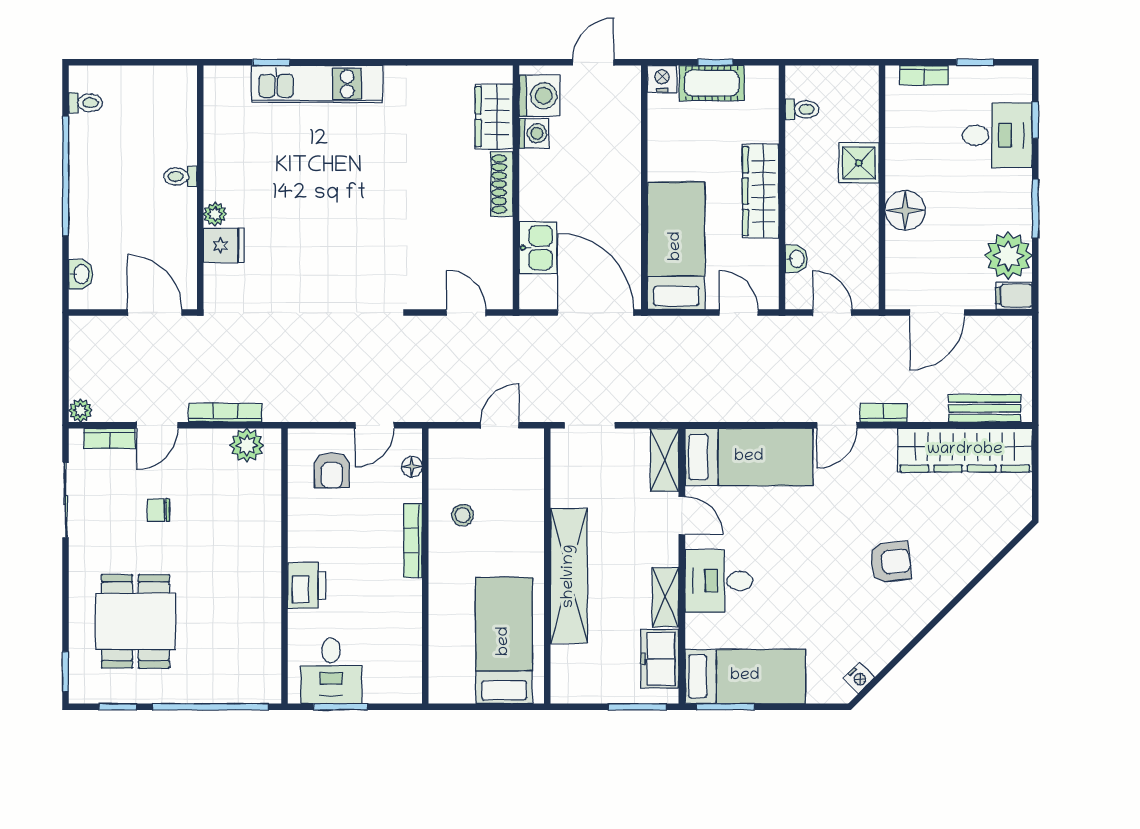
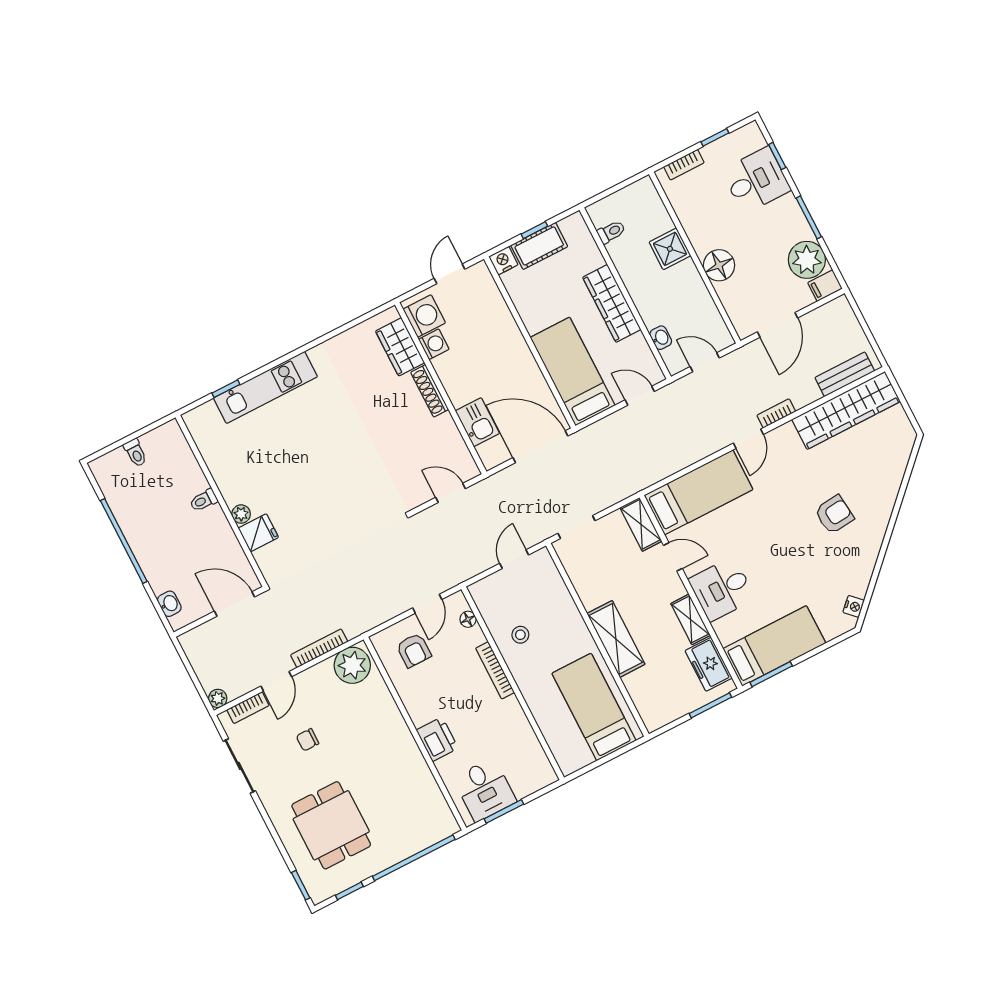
toilet: (86, 103) -> (135, 453), moved, turned 90
plant: (247, 445) -> (352, 665), width x1.36, depth x1.36
shelving: (569, 576) -> (616, 639), width x0.68

